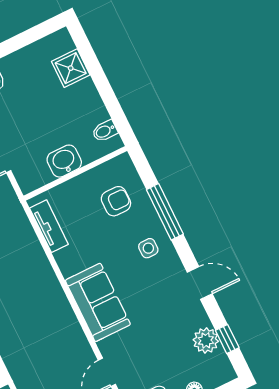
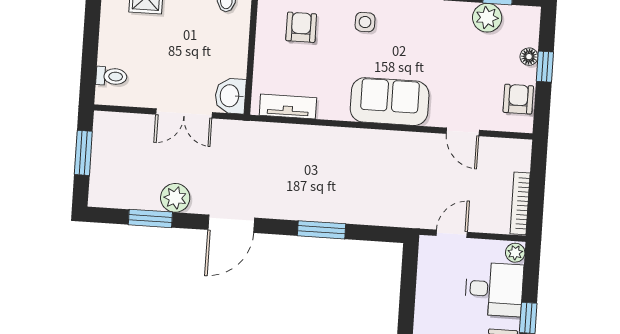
washbasin: (64, 161) -> (230, 96), moved

